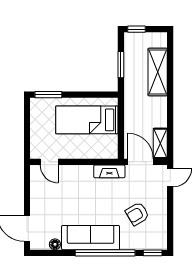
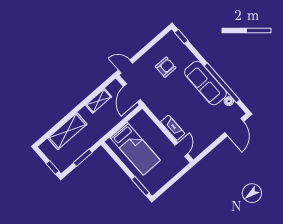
shelving: (160, 143) -> (99, 101), moved
fireplace: (109, 171) -> (173, 128), moved
armchair: (137, 214) -> (166, 67), turned -59
window: (105, 253) -> (222, 83), moved

